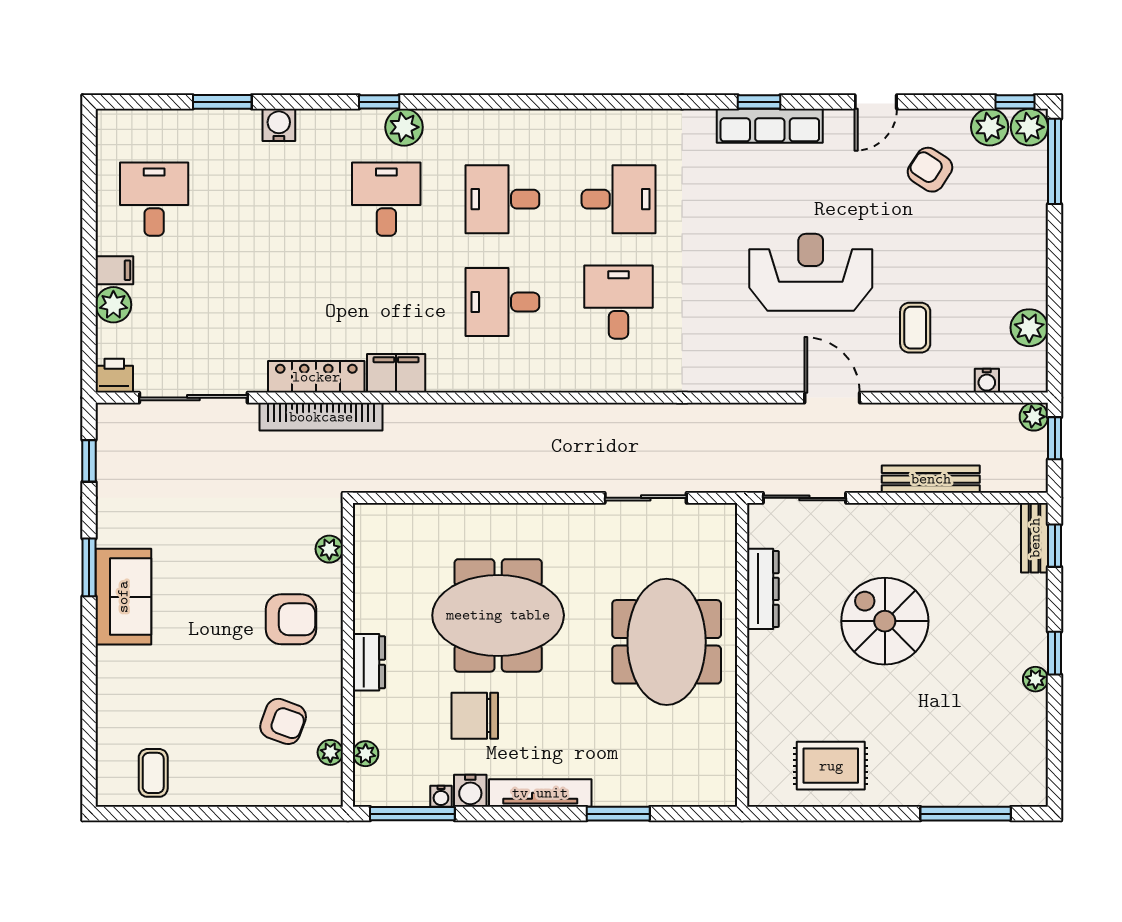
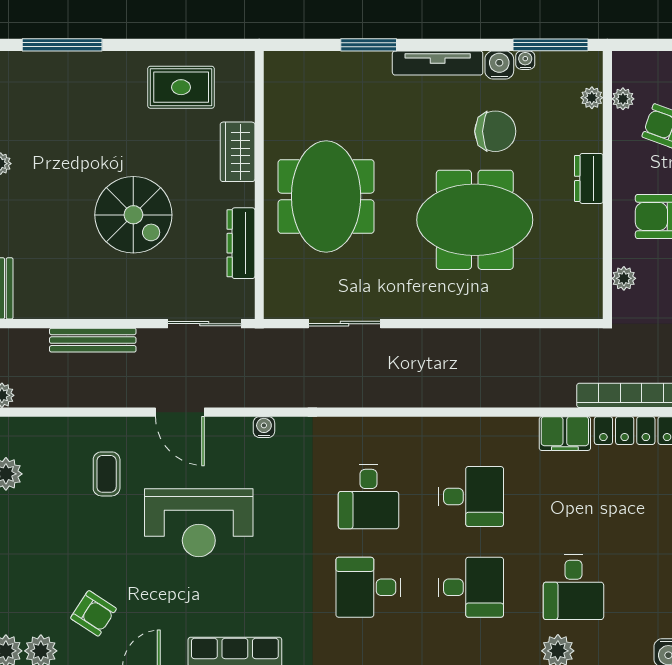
water cooler: (987, 381) -> (264, 427), moved
wardrobe: (767, 692) -> (238, 152), added

